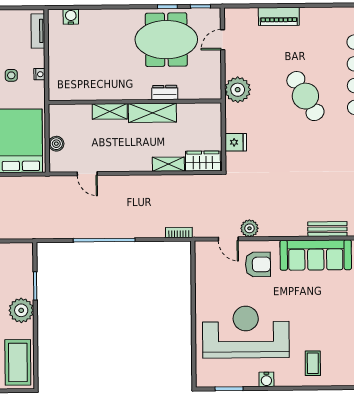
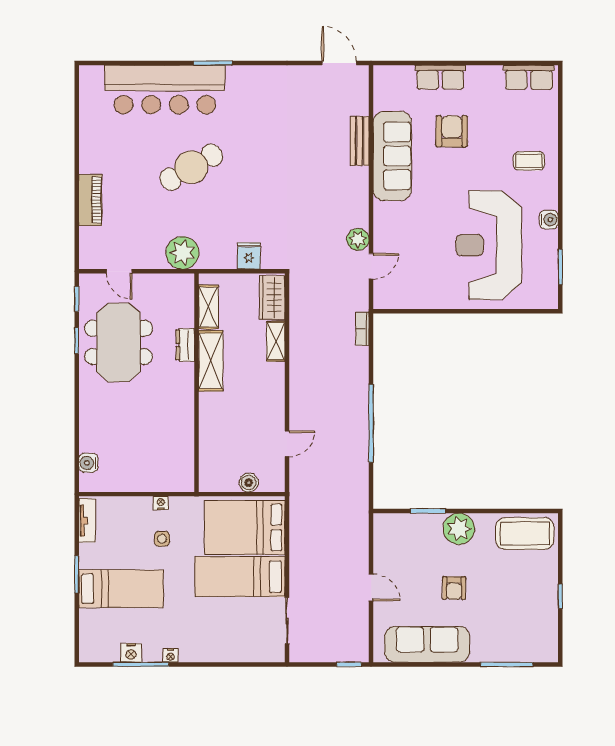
tv unit: (38, 31) -> (87, 521), moved, turned -90
shelving: (110, 111) -> (209, 307), moved
armchair: (258, 264) -> (452, 131), moved

